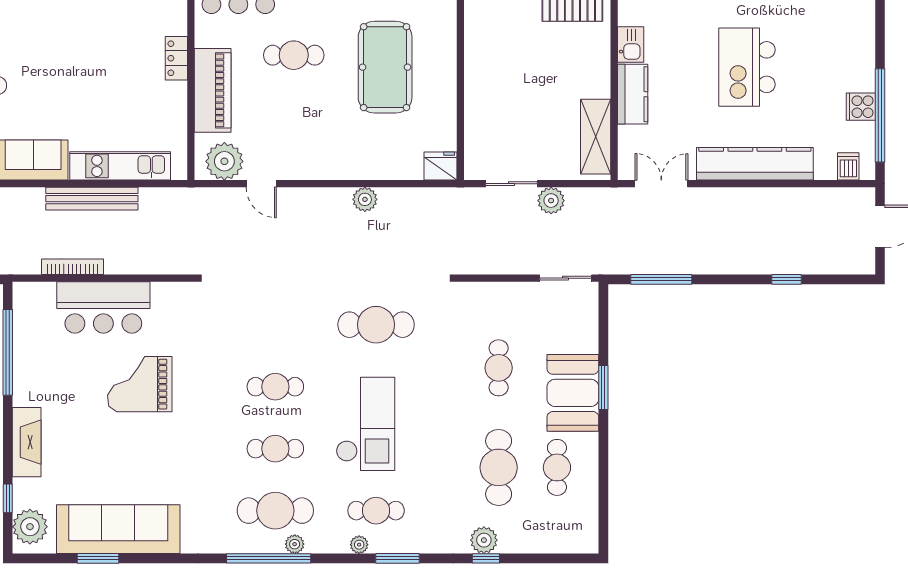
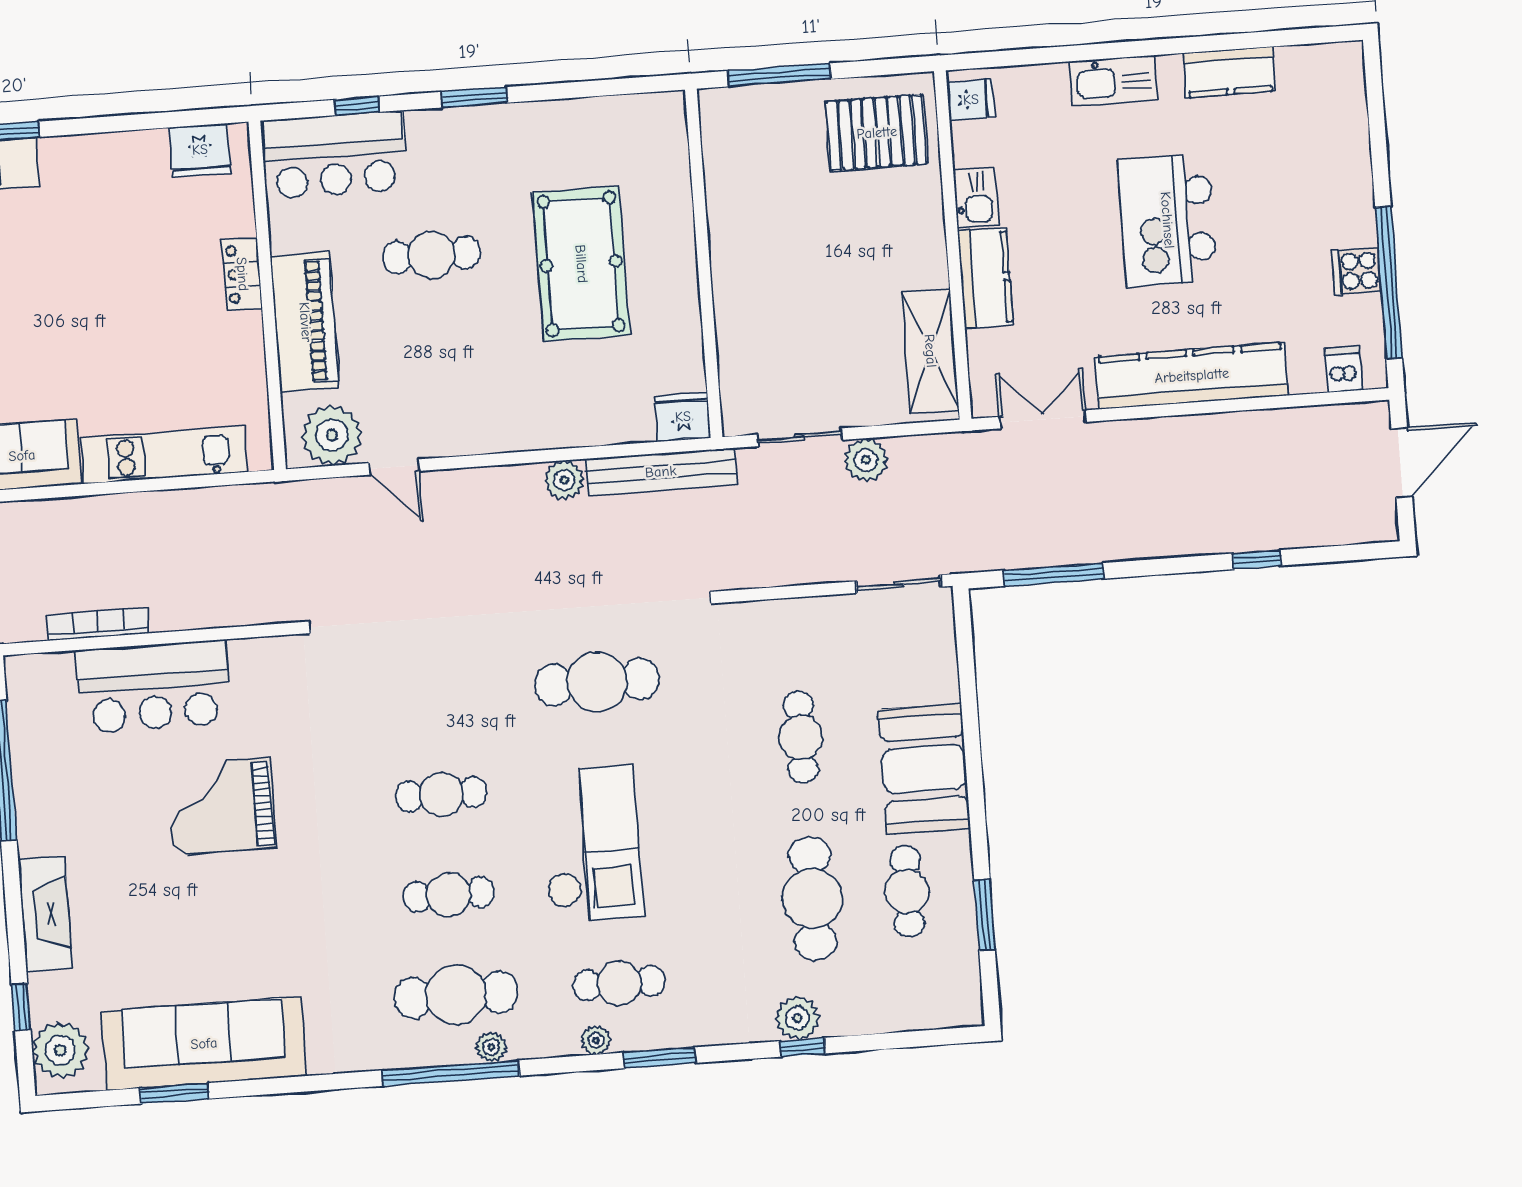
bench: (92, 199) -> (661, 472), moved
window: (603, 387) -> (985, 915), moved

